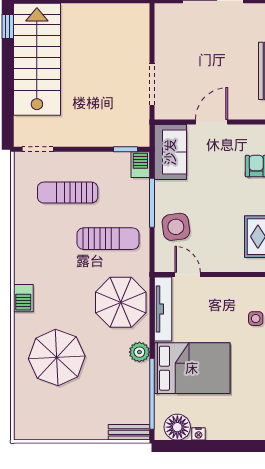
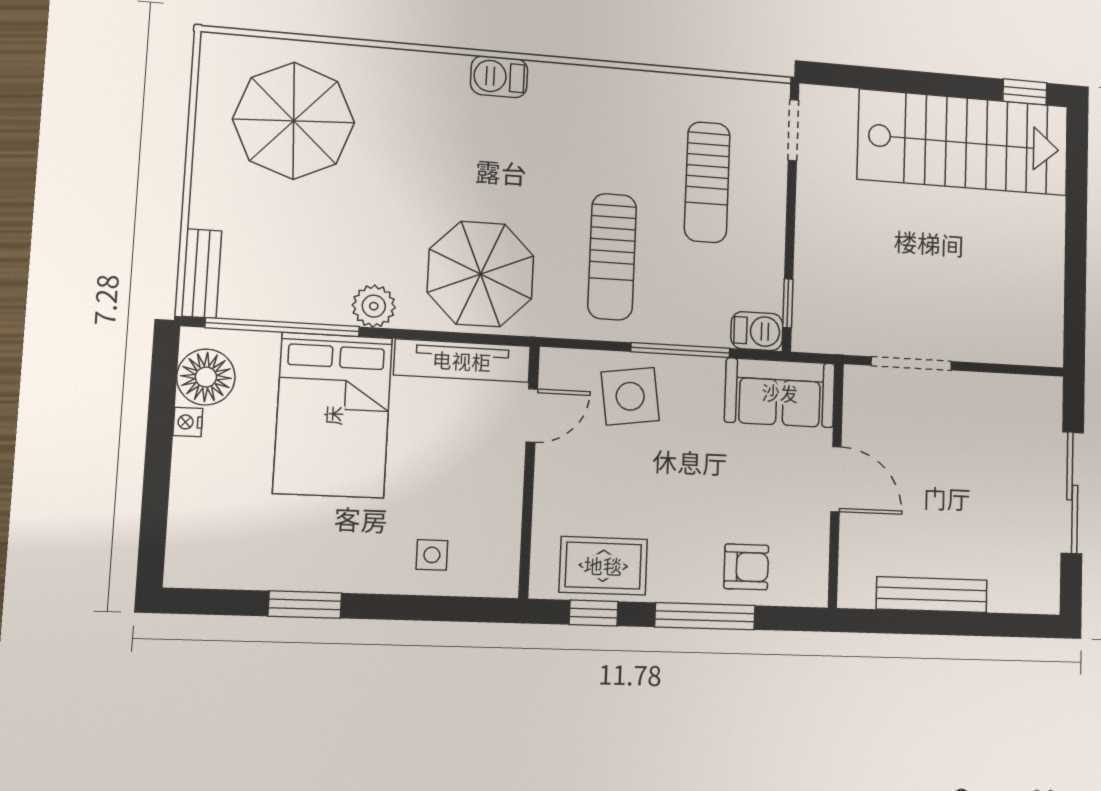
sun lounger: (68, 193) -> (707, 182), turned 180
parasol: (57, 358) -> (294, 121), moved

